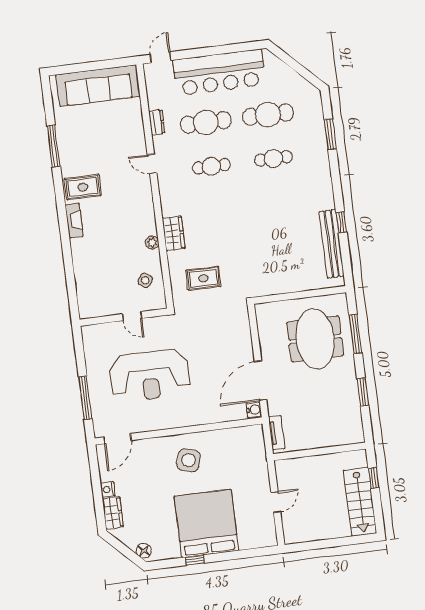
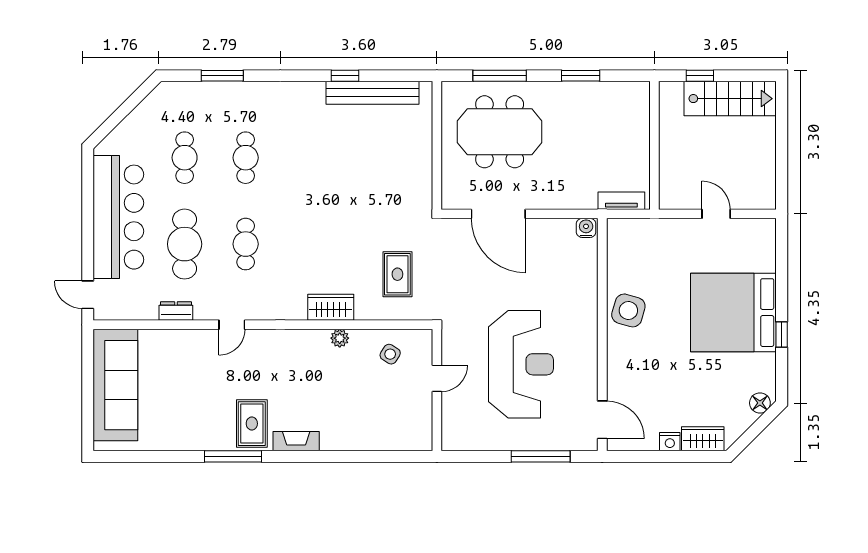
cafe table: (268, 115) -> (185, 158), width x0.73, depth x0.74
window: (54, 146) -> (233, 456), moved
door: (260, 381) -> (498, 214), moved
side table: (188, 460) -> (628, 310), moved

